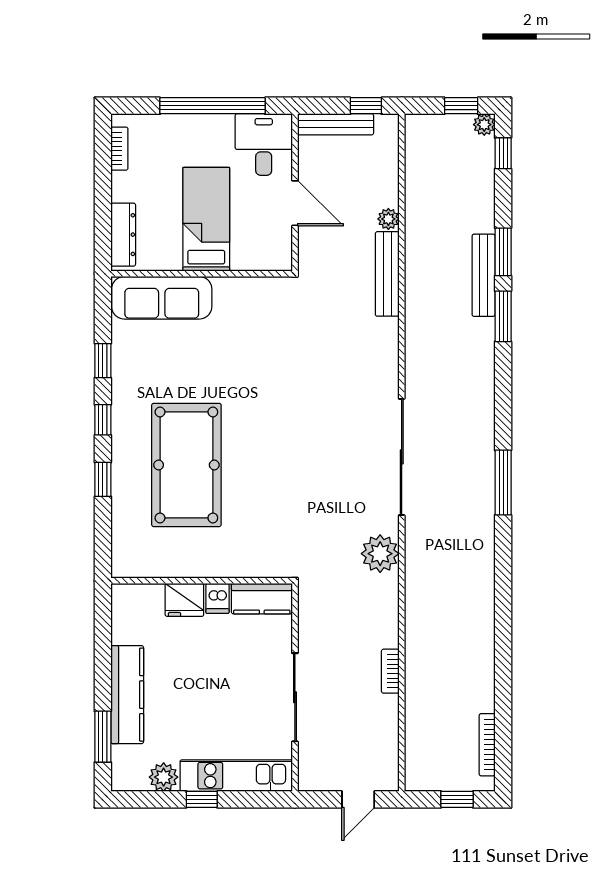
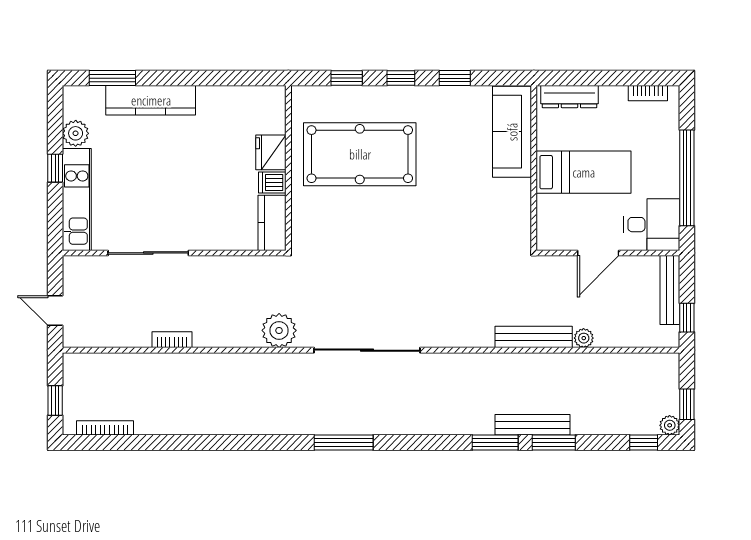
wall: (202, 581) -> (288, 168), moved
dishwasher: (217, 598) -> (272, 182), moved
kitchen counter: (262, 599) -> (272, 223), moved
fridge: (184, 600) -> (271, 152), moved

